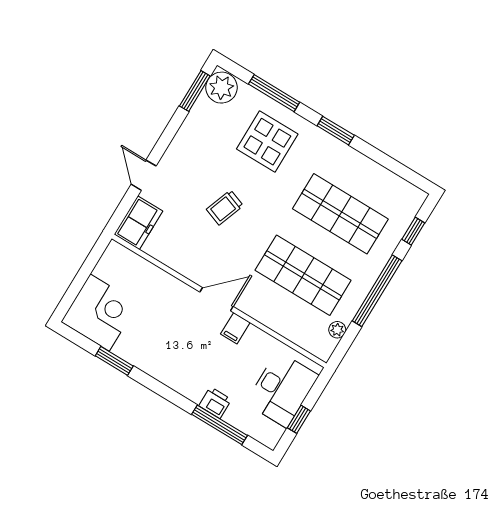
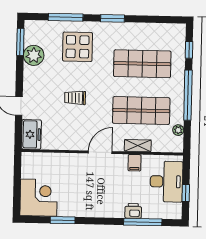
plant: (222, 88) -> (34, 55), moved
trolley: (225, 208) -> (75, 98), turned 70
shelving: (271, 319) -> (138, 146), added
filing cabinet: (235, 328) -> (134, 163), moved

